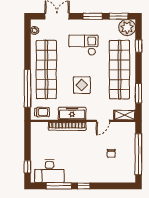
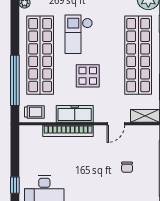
checkout: (83, 45) -> (79, 34), moved, turned -90

